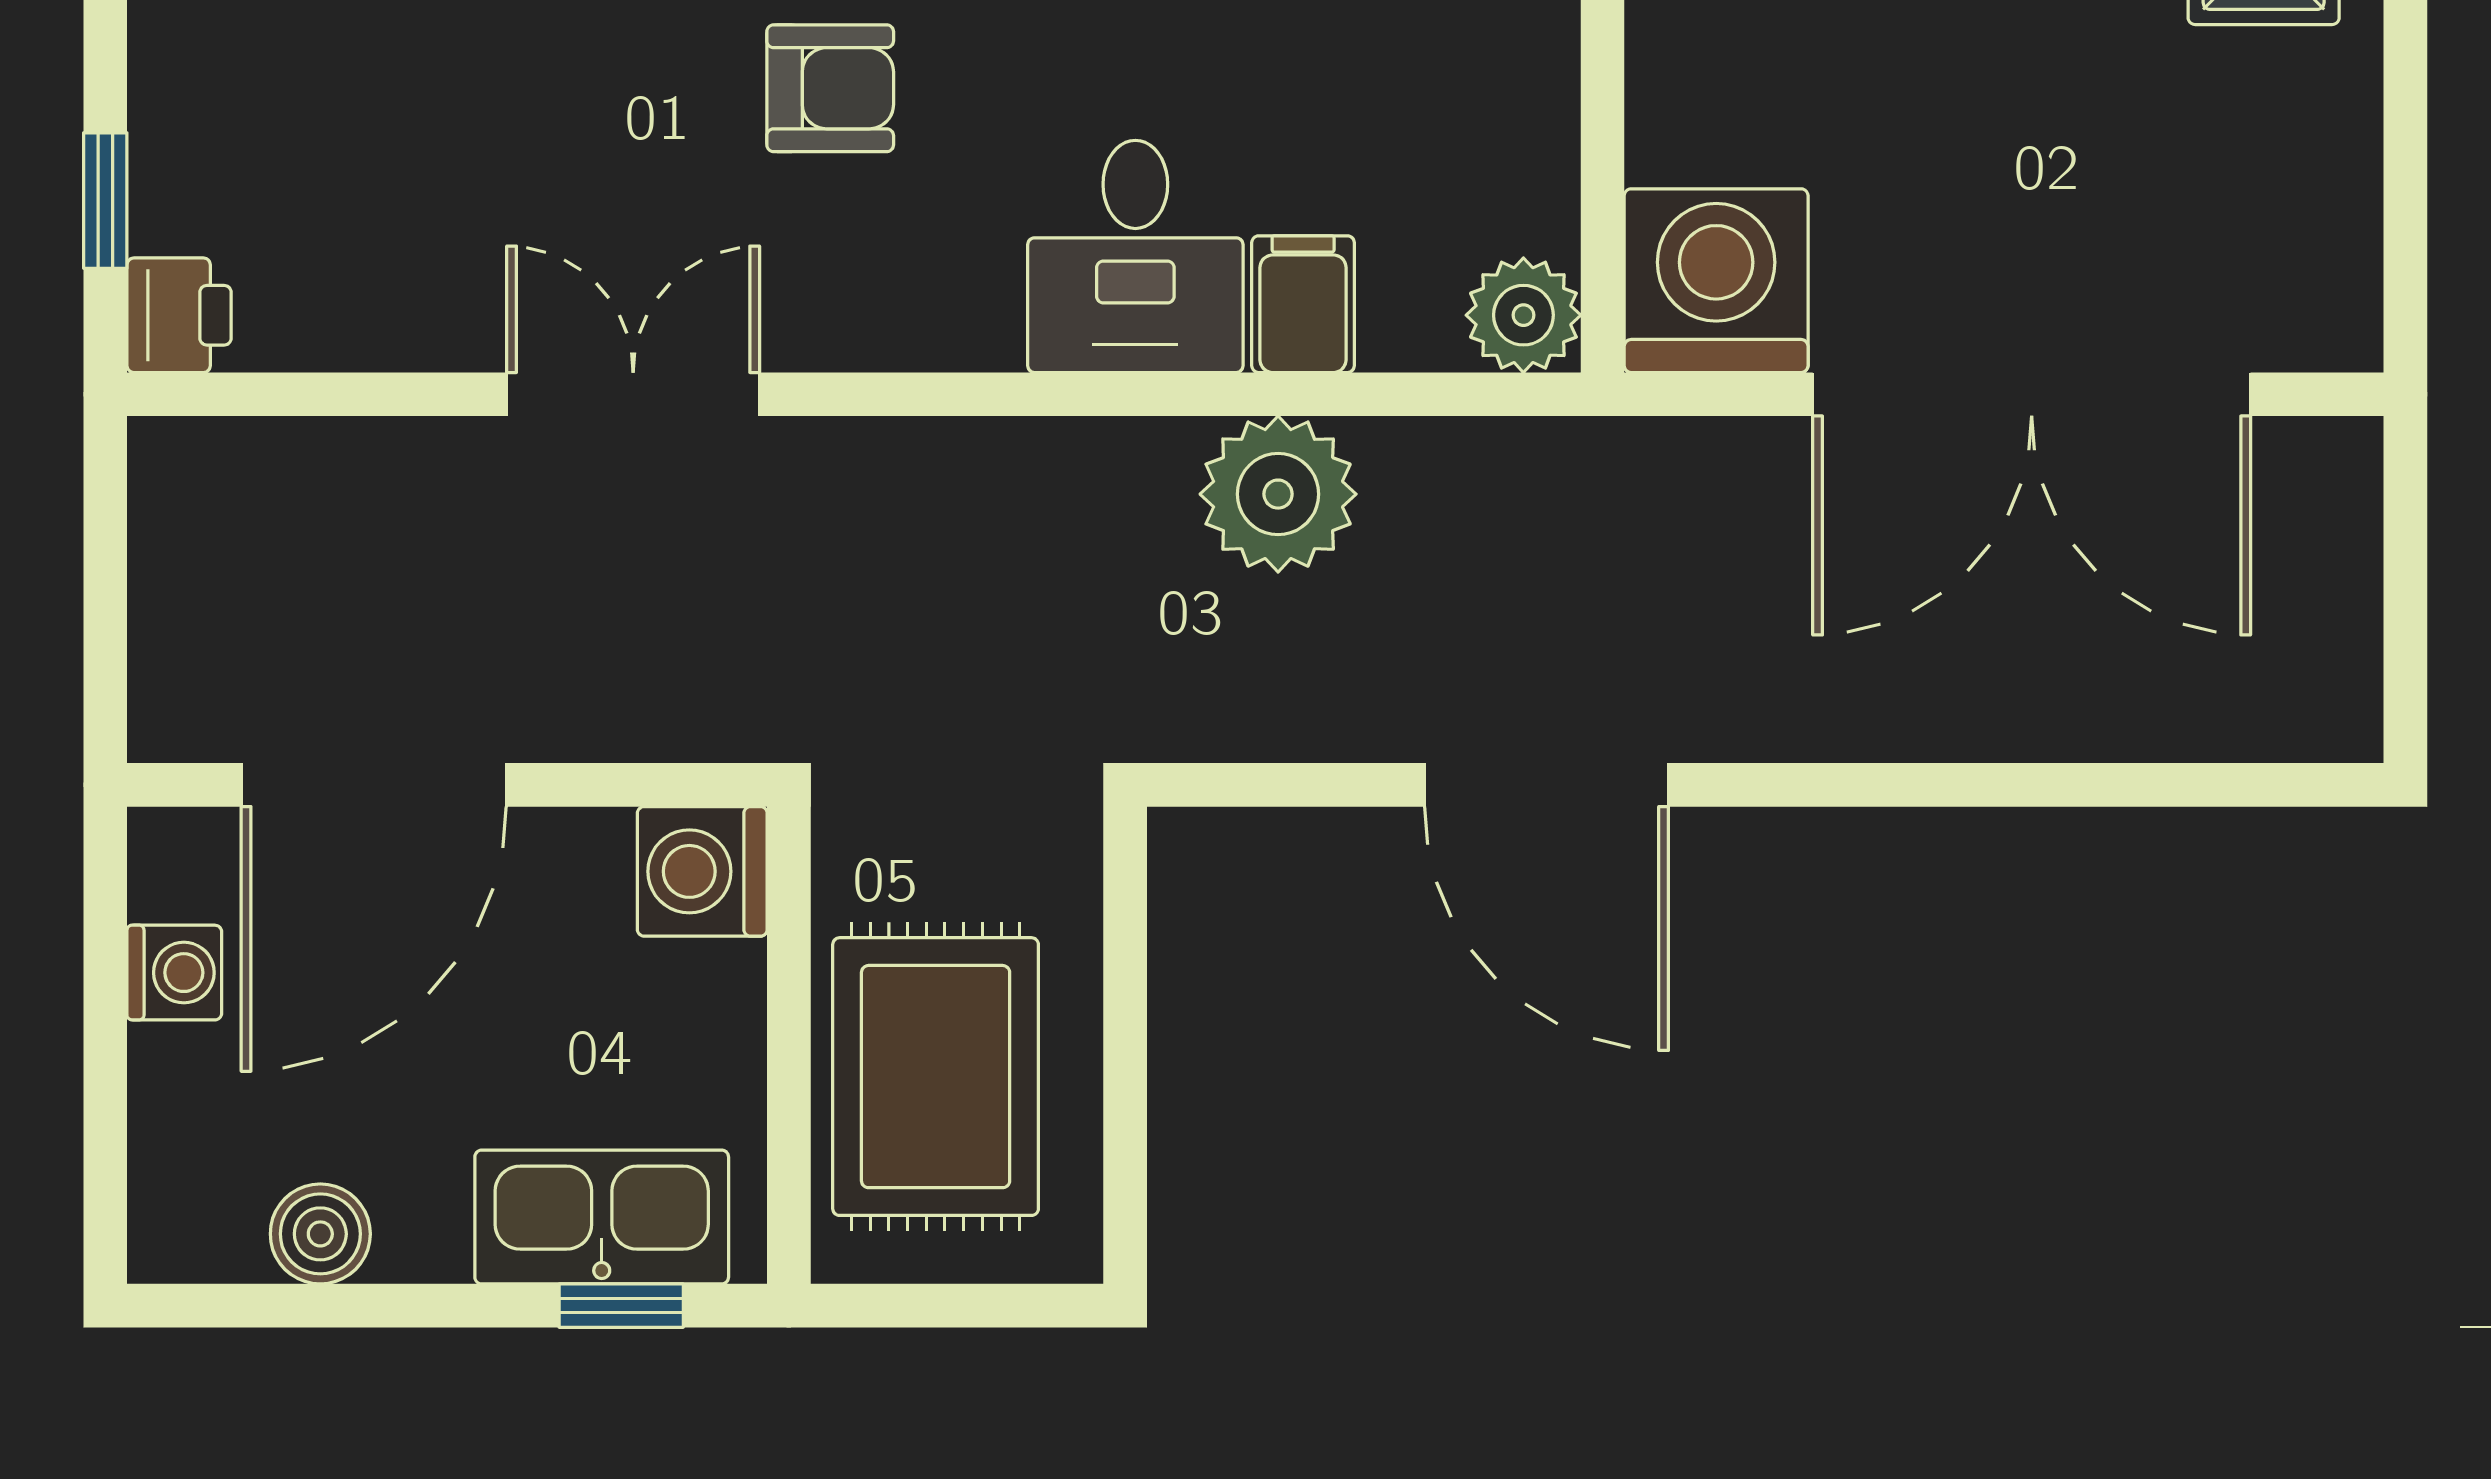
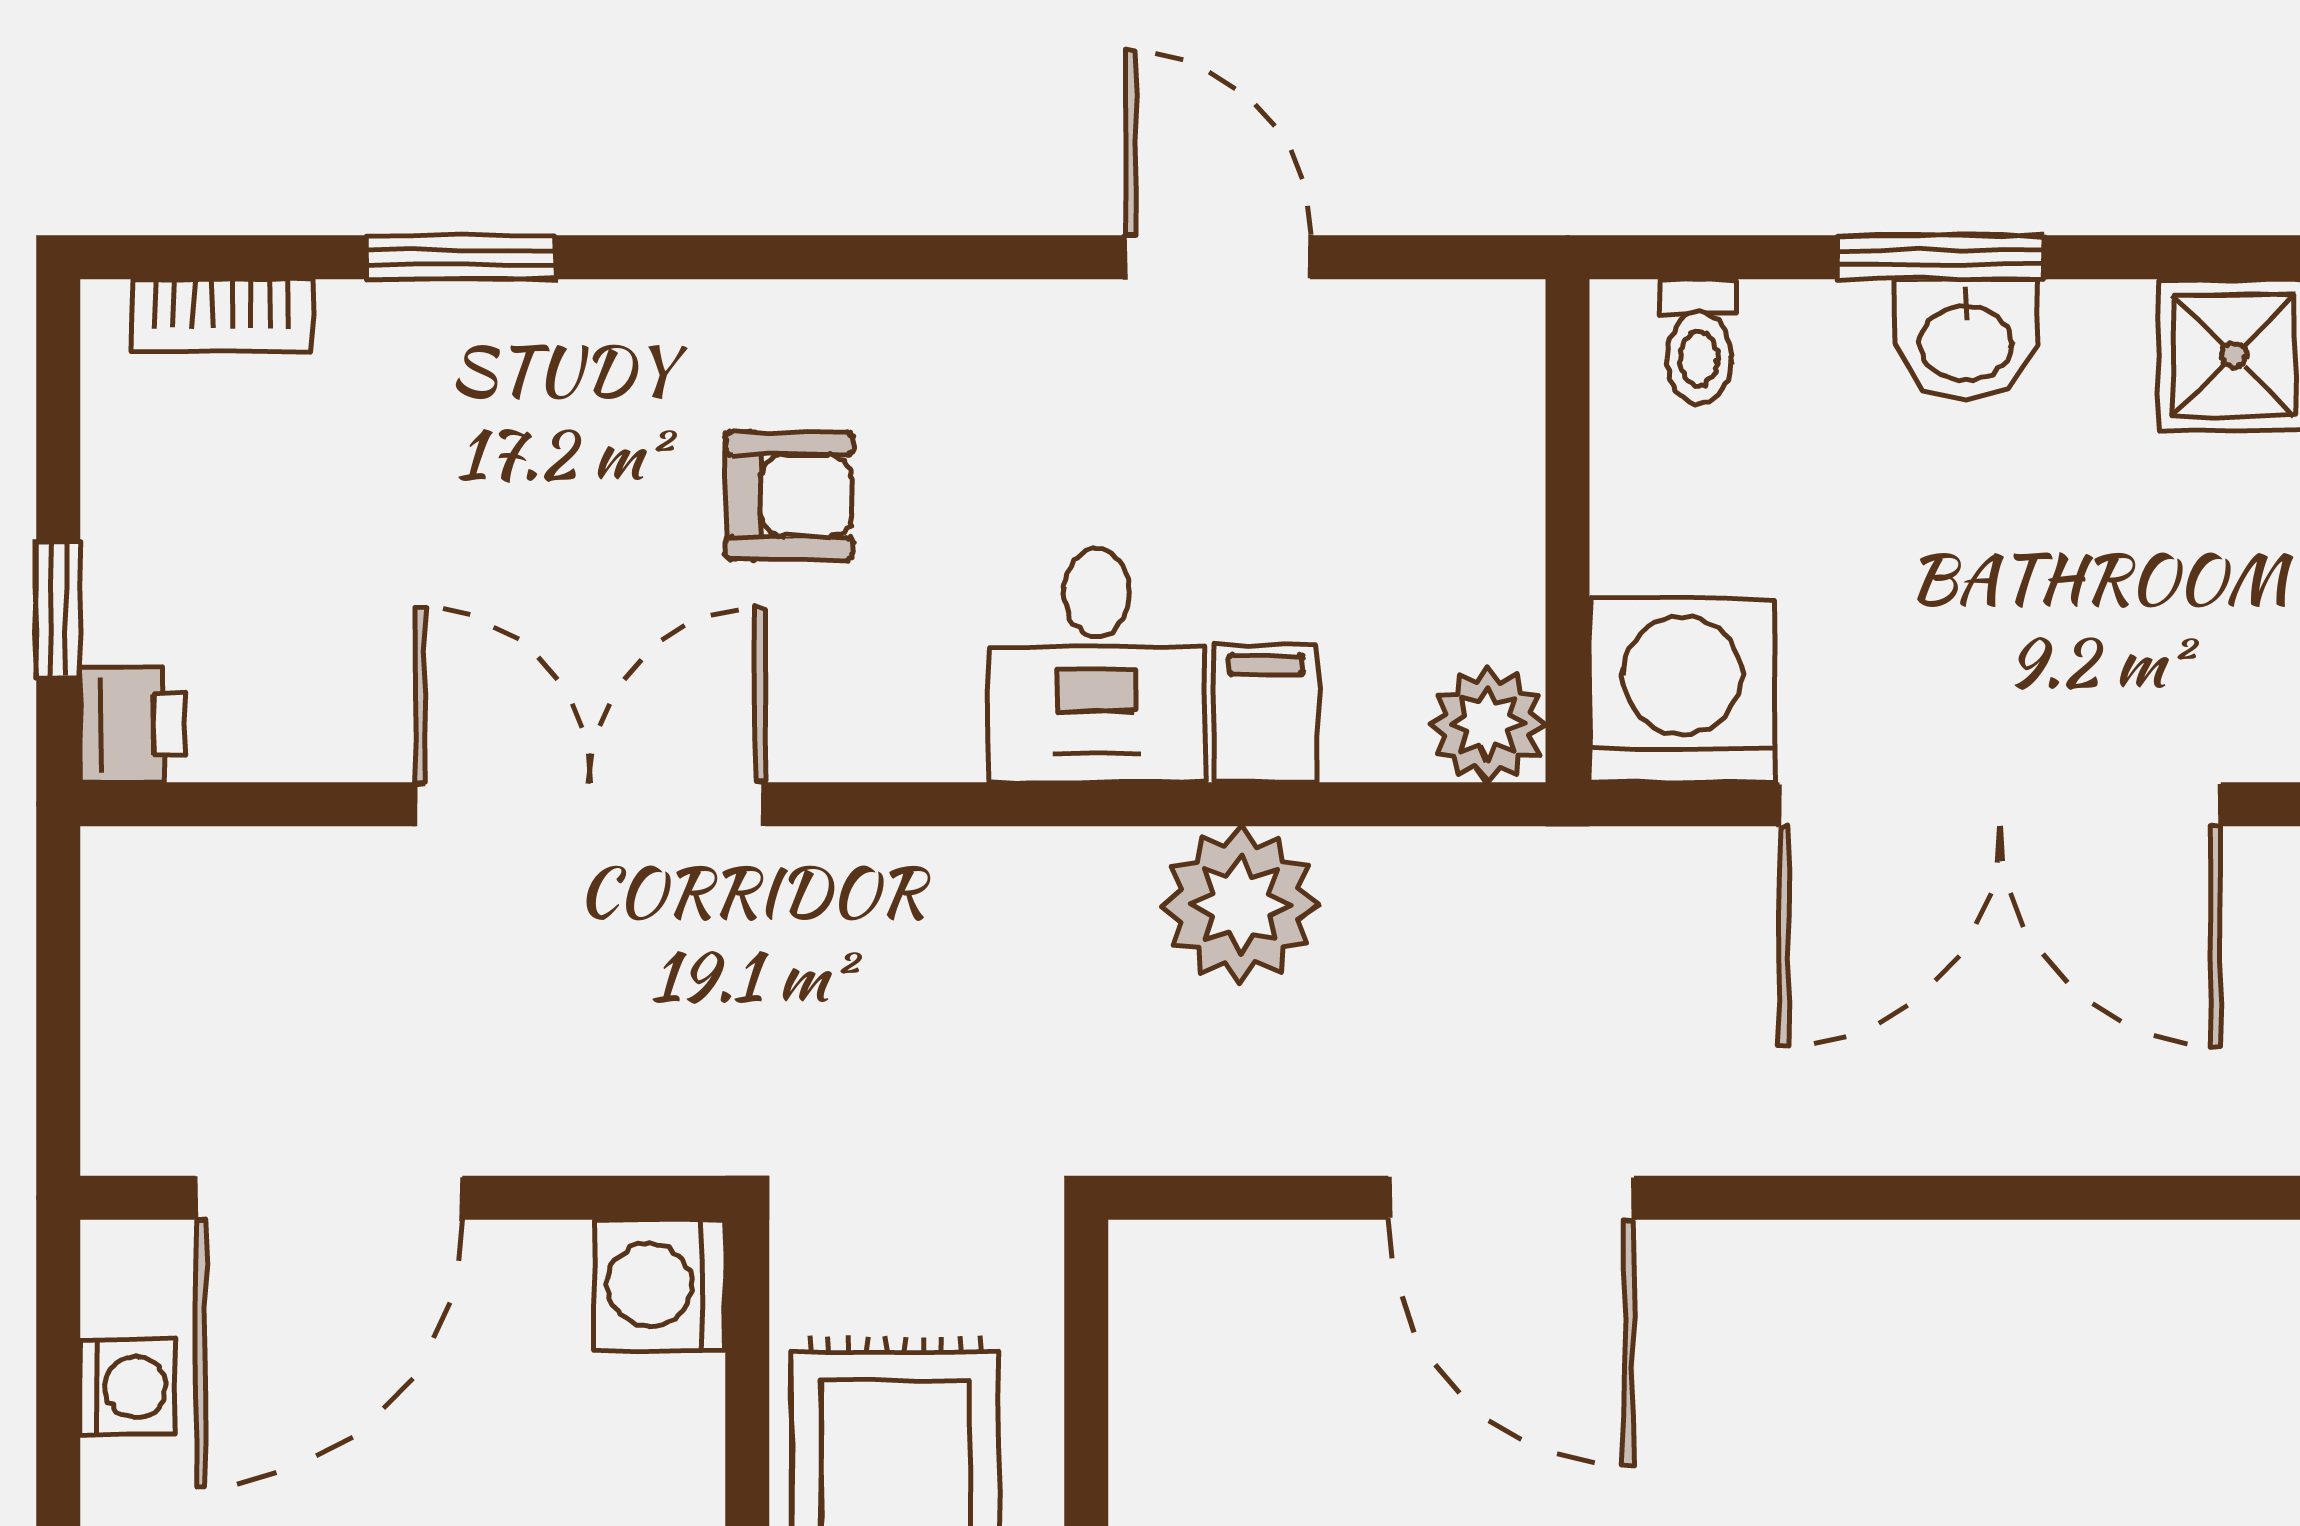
double door: (633, 394) -> (590, 804), width x1.37

